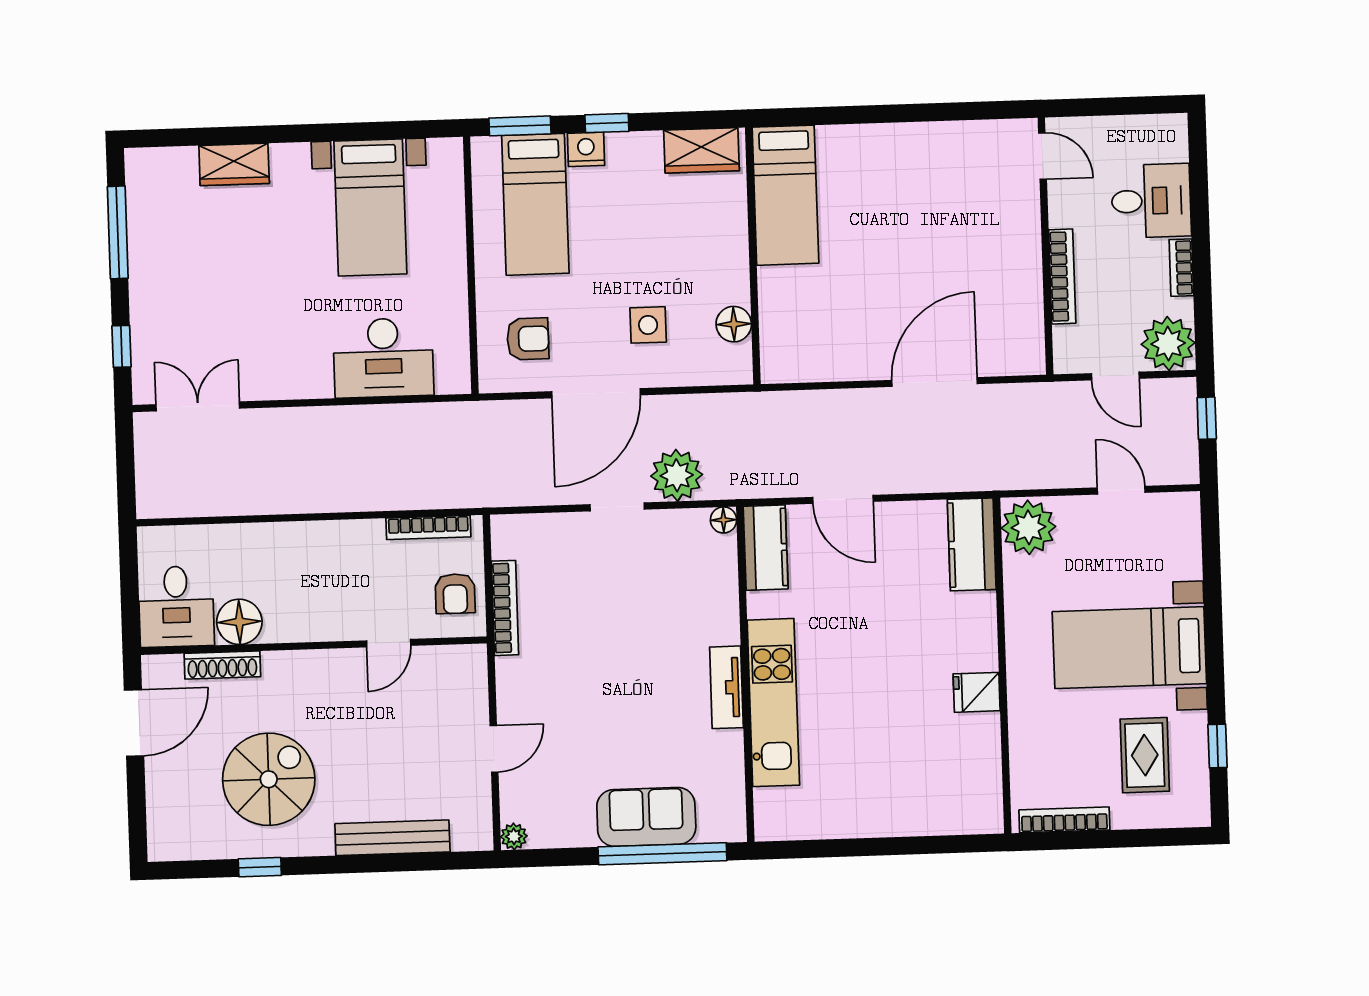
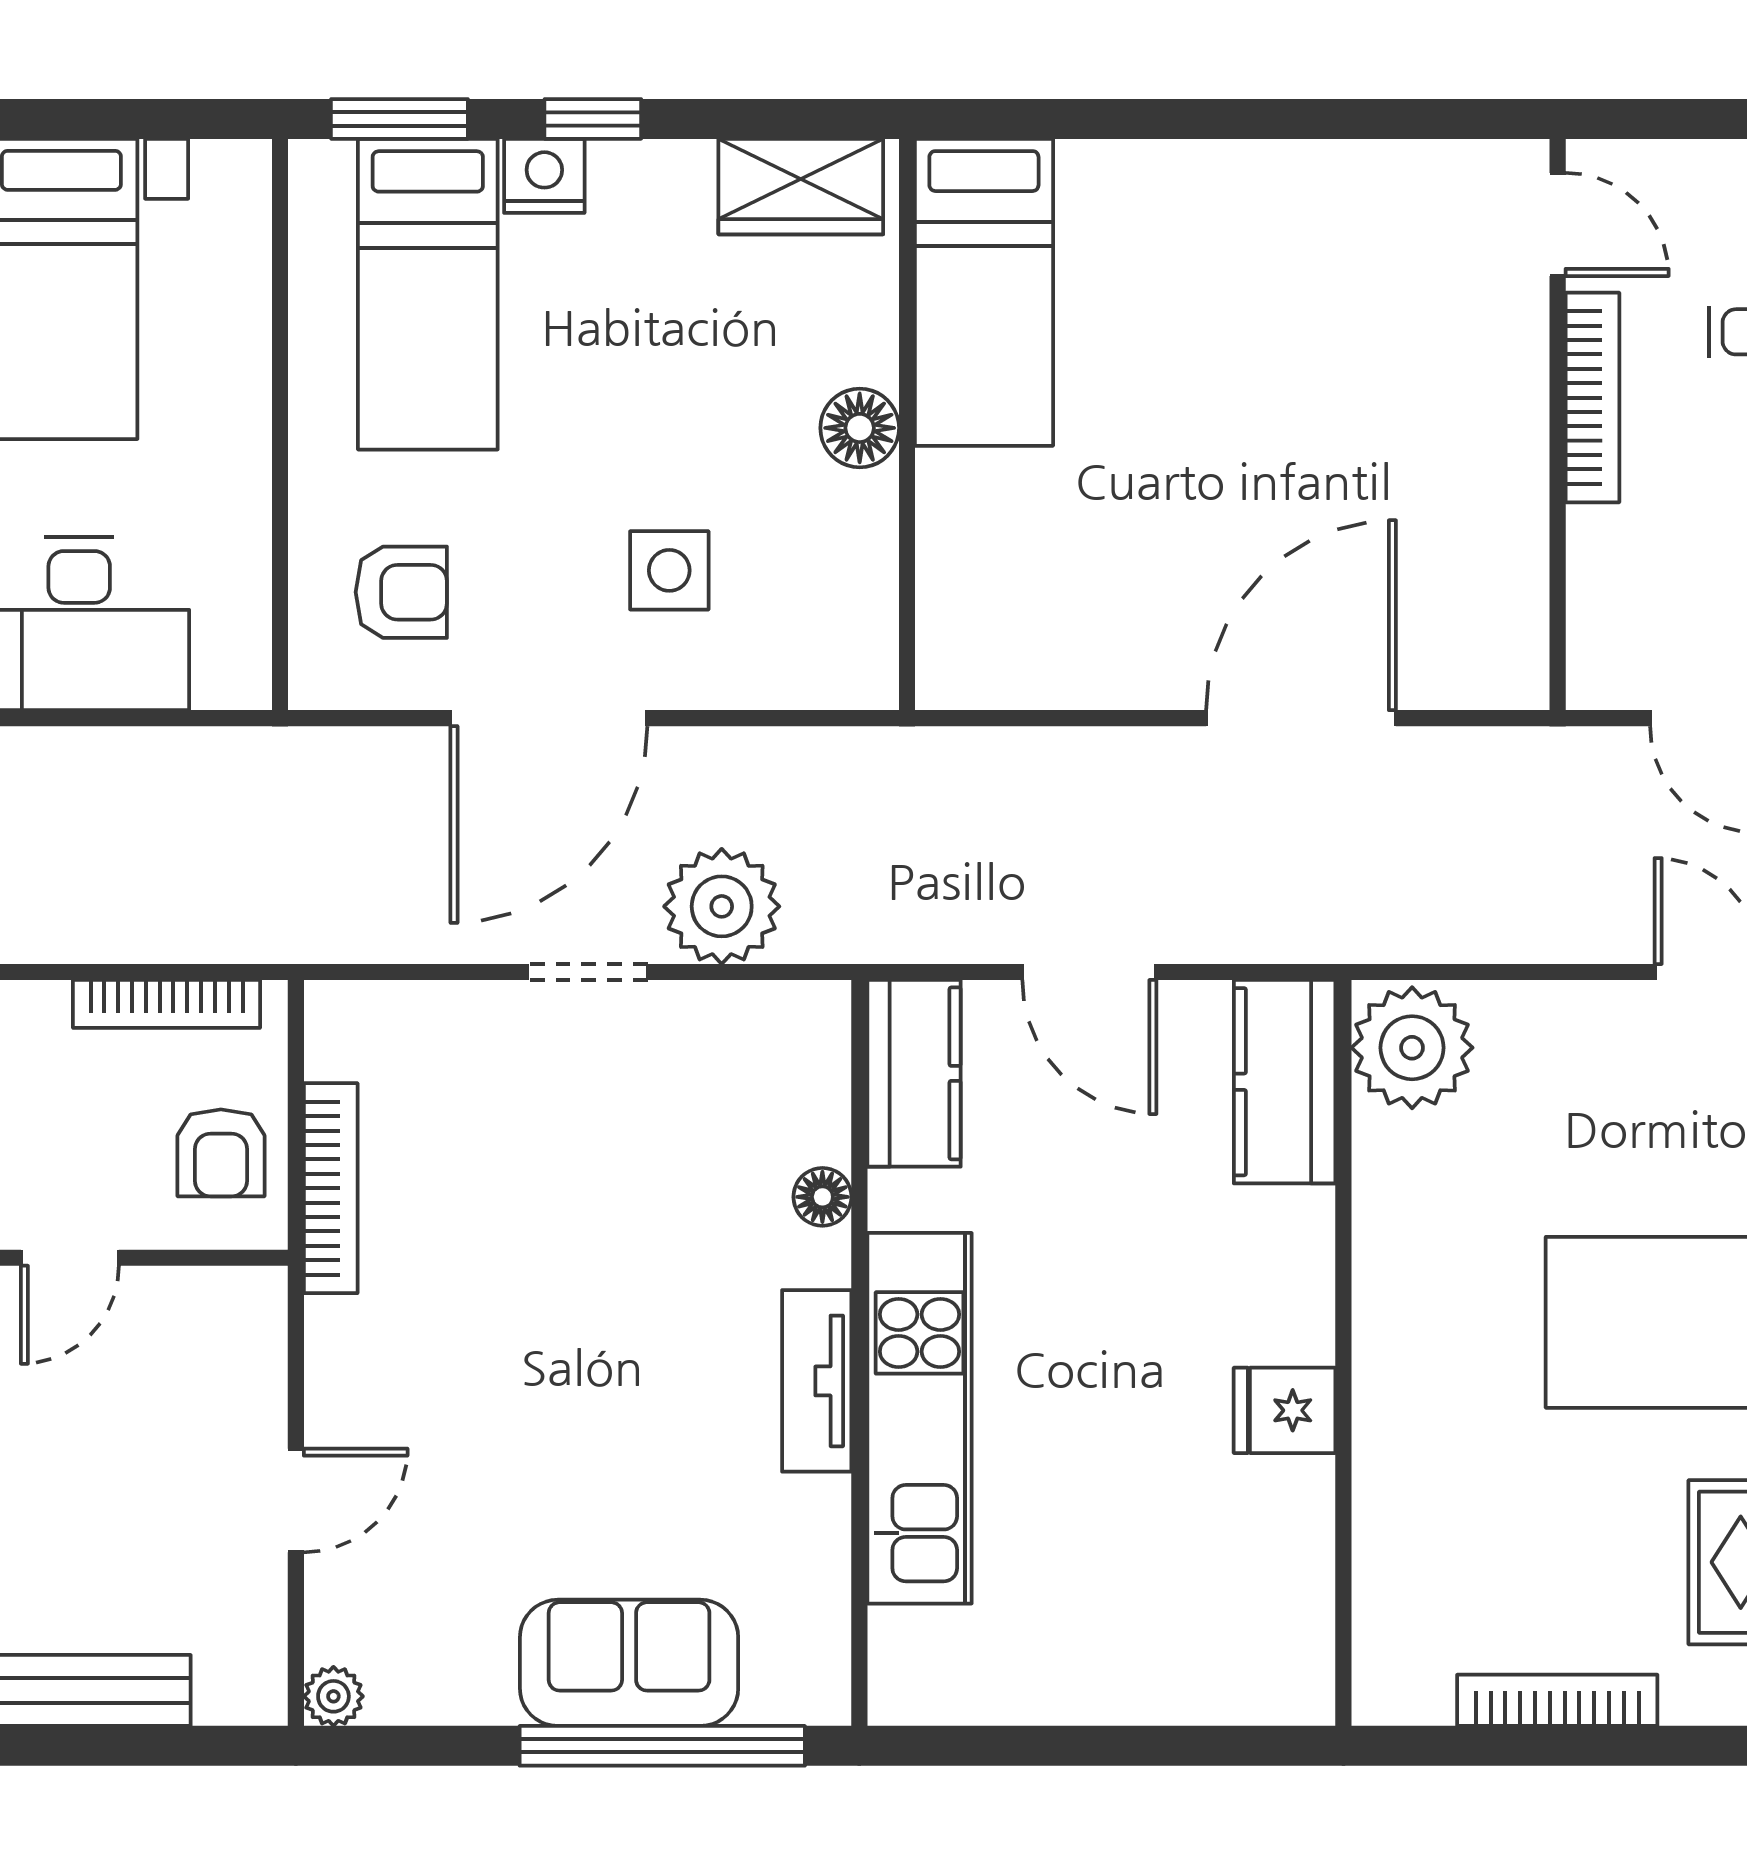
bookcase: (1062, 277) -> (1592, 398), moved
floor lamp: (734, 324) -> (860, 428), moved
floor lamp: (723, 520) -> (822, 1197), moved
plant: (1029, 527) -> (1412, 1048), moved
kitchen counter: (972, 544) -> (1285, 1082), moved
wall: (1002, 666) -> (1343, 1353), moved
fridge: (977, 692) -> (1285, 1410), moved

